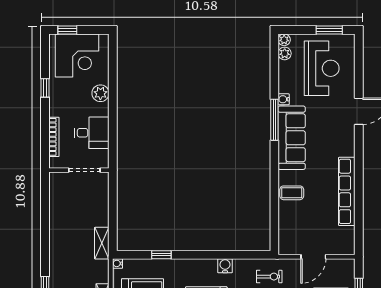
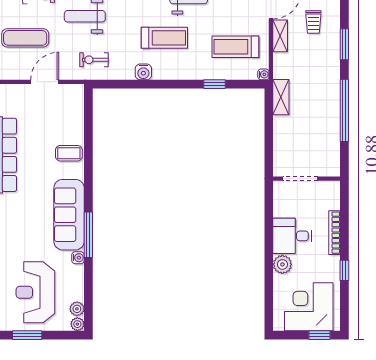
desk: (92, 133) -> (292, 236), moved
bookcase: (54, 137) -> (334, 233), moved
window: (45, 231) -> (344, 110), added

